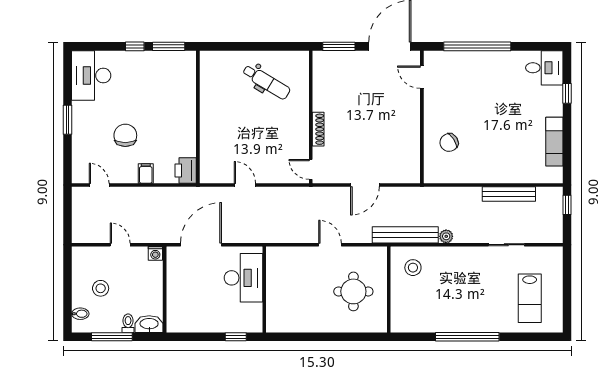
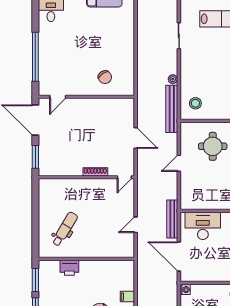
dental chair: (266, 82) -> (65, 229), moved
printer: (186, 170) -> (69, 268), moved
bench: (509, 194) -> (172, 219), moved

